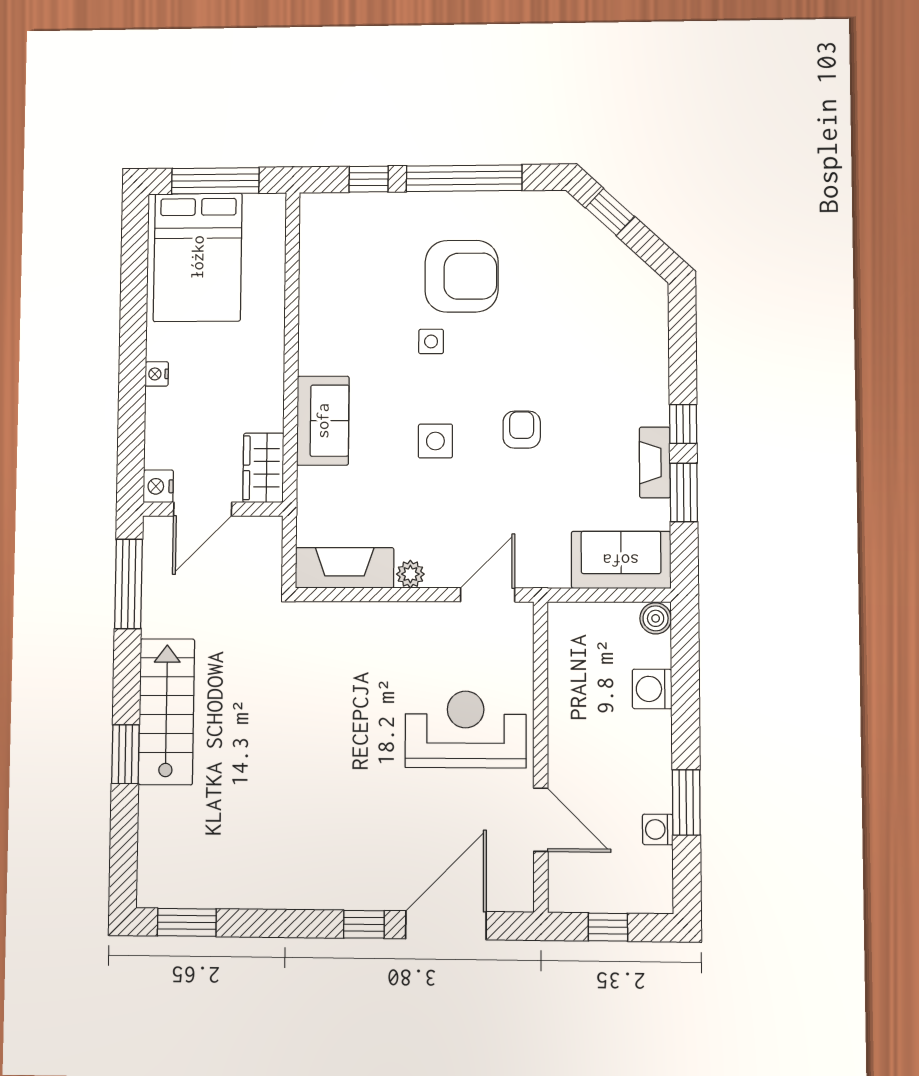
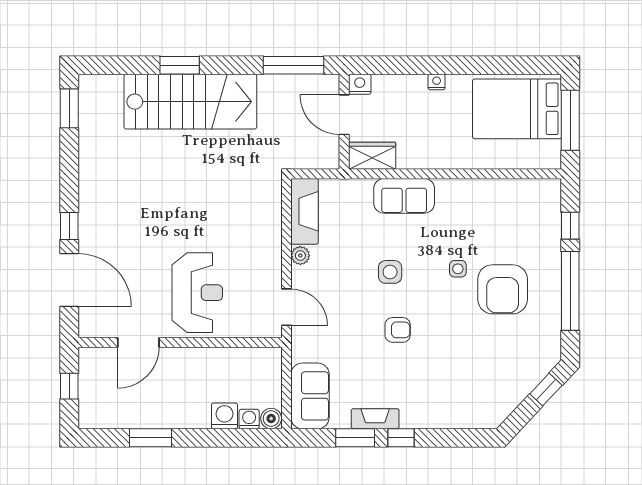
stairs: (166, 712) -> (190, 102), width x1.36, depth x1.51
washing machine: (658, 829) -> (249, 419), moved

